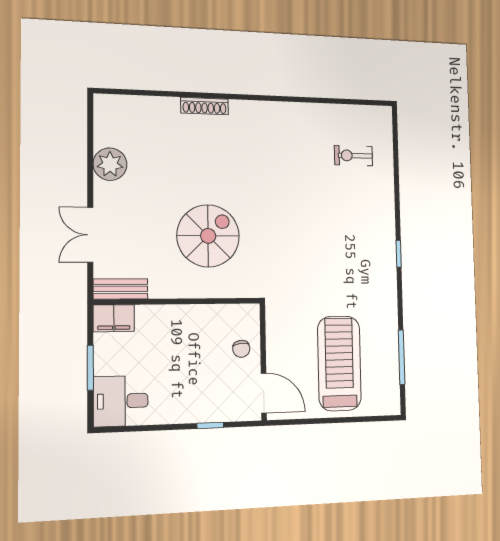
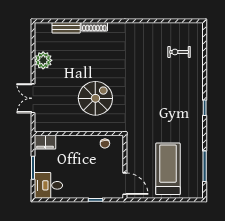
bench: (121, 289) -> (66, 28), moved
chair: (241, 349) -> (105, 144), moved

